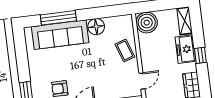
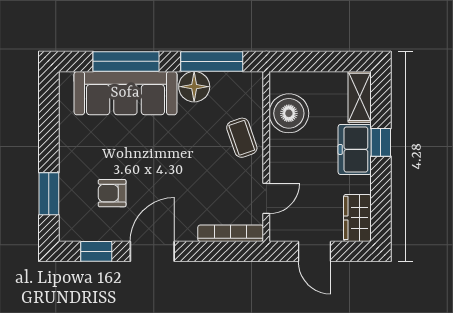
window: (104, 12) -> (212, 61), added
boiler: (147, 23) -> (289, 113), moved
window: (200, 55) -> (381, 142), moved

